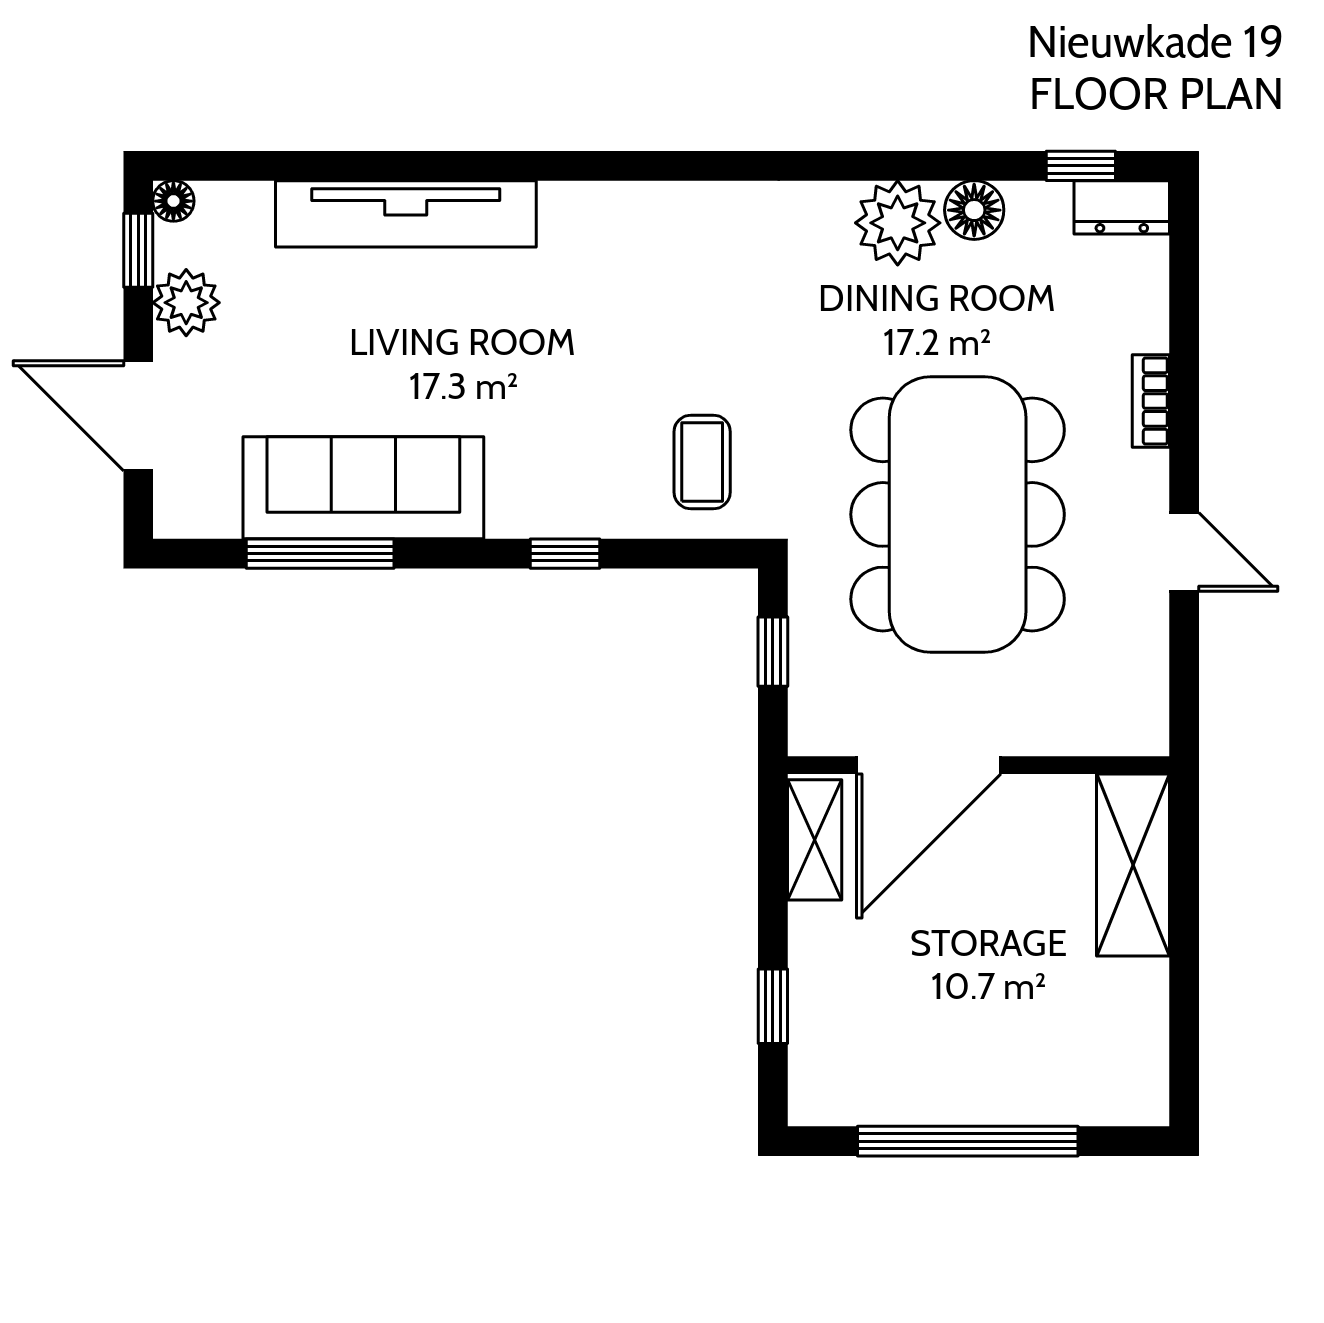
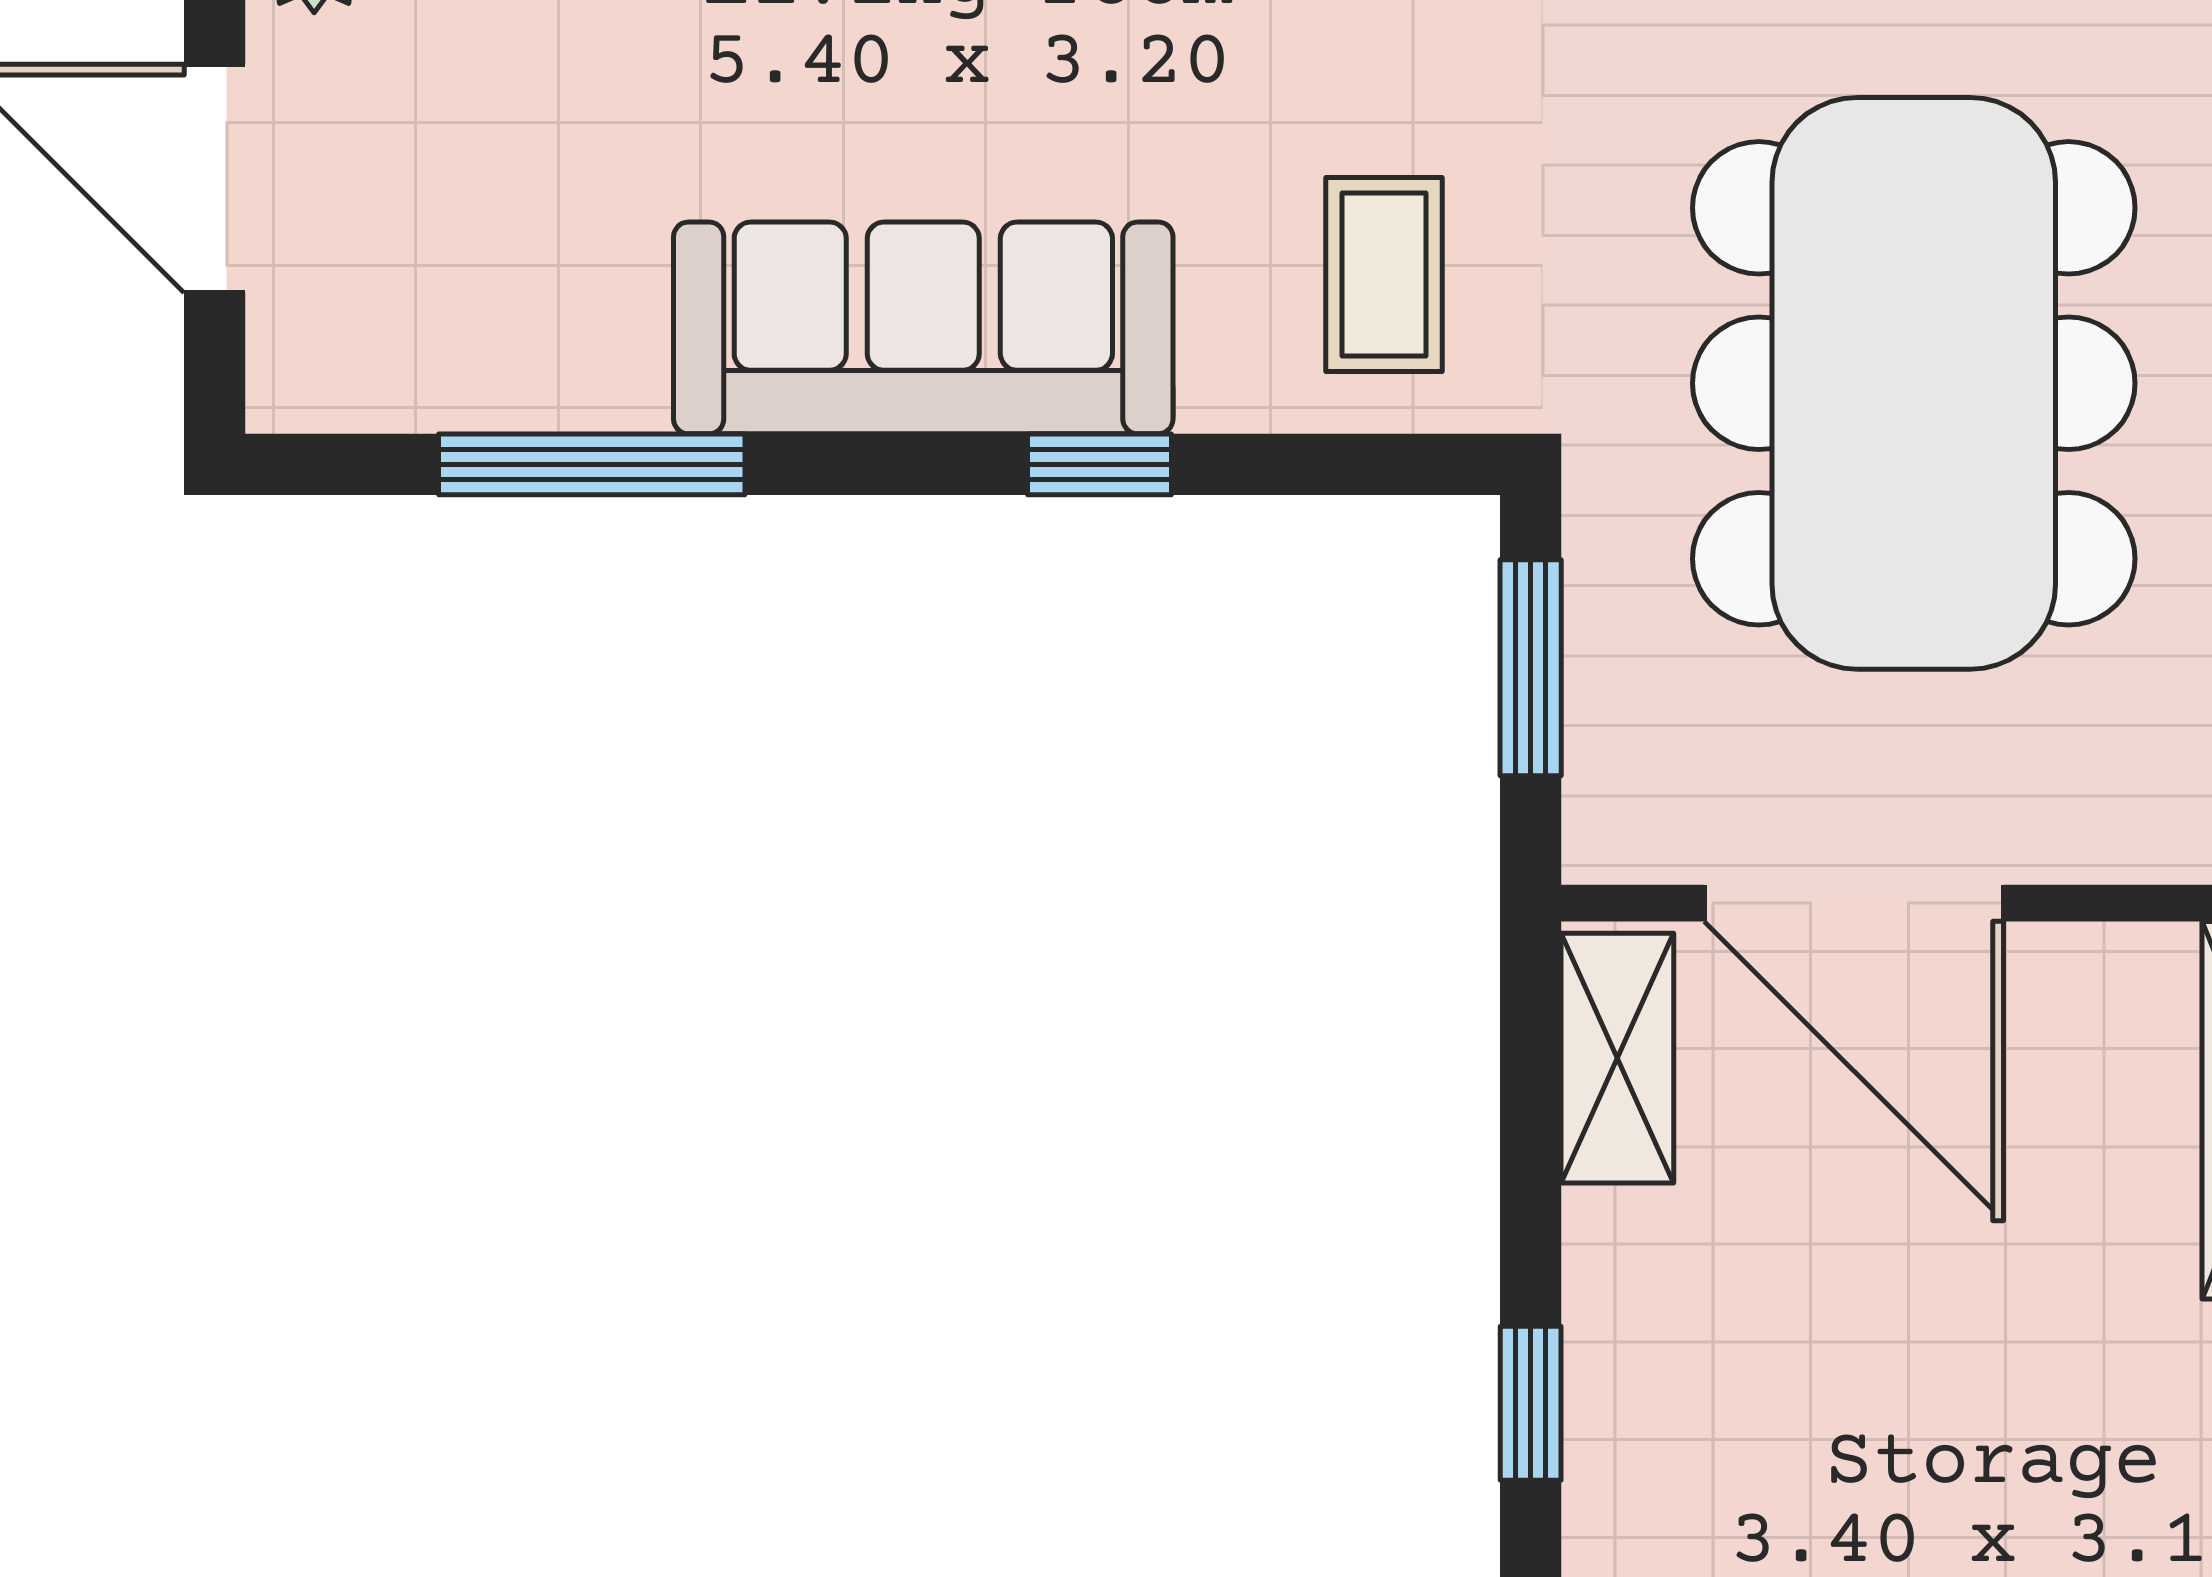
sofa: (363, 488) -> (923, 328), moved
window: (773, 652) -> (1531, 668), width x1.50
door: (929, 765) -> (1854, 903), hinge flipped

